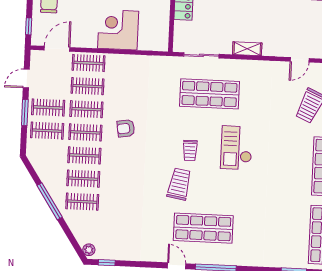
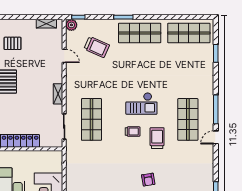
armchair: (126, 128) -> (148, 180), moved
checkout: (236, 148) -> (141, 103), moved
trolley: (179, 184) -> (157, 138), turned 80

